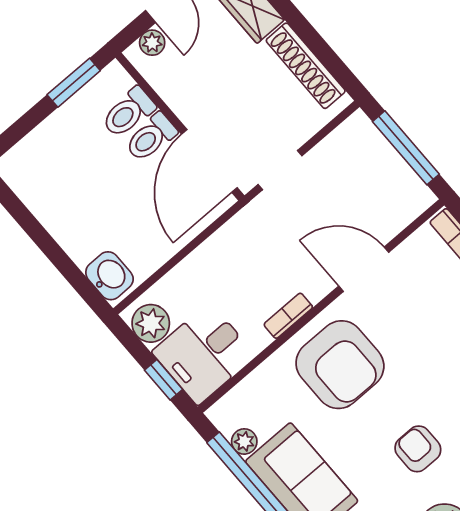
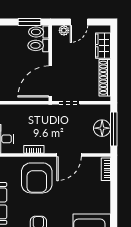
toilet: (151, 137) -> (39, 32), moved
floor lamp: (382, 165) -> (102, 128), added
door: (364, 269) -> (69, 155), swing flipped

